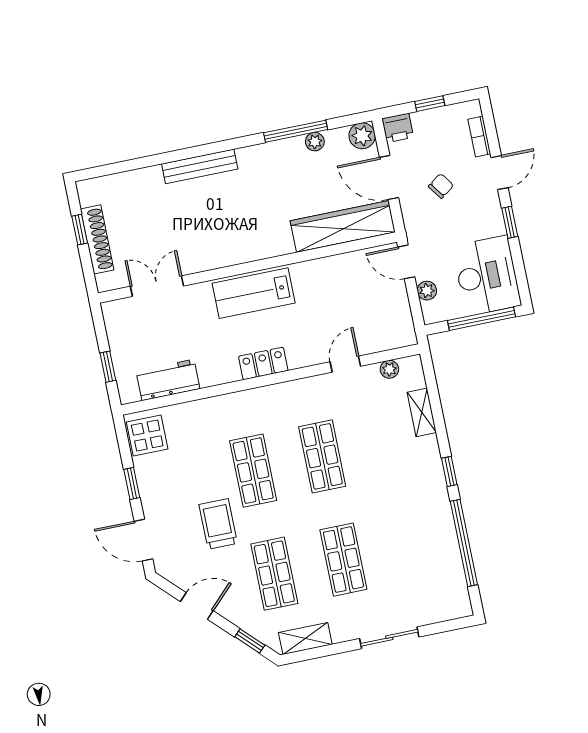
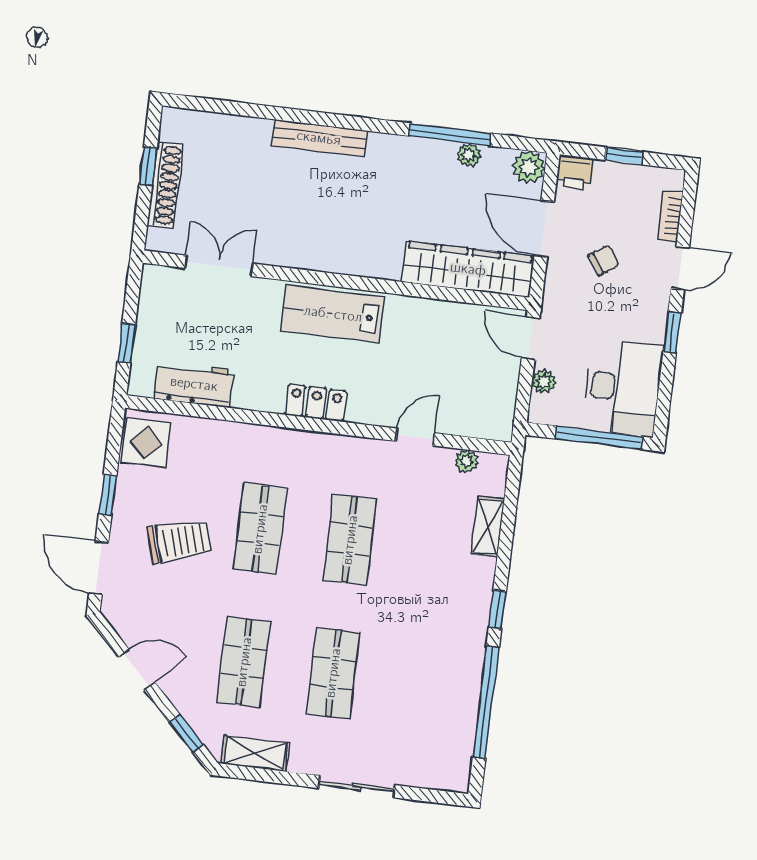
trolley: (218, 524) -> (179, 541), moved, turned 74

